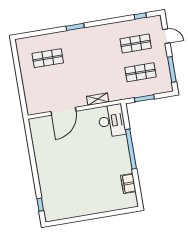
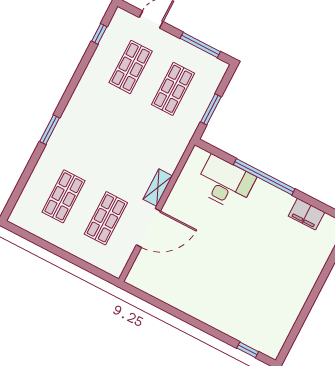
shop shelf: (52, 87) -> (106, 218), added
shelving: (98, 99) -> (158, 188), moved
door: (63, 111) -> (148, 228), hinge flipped
desk: (112, 121) -> (225, 183), moved

